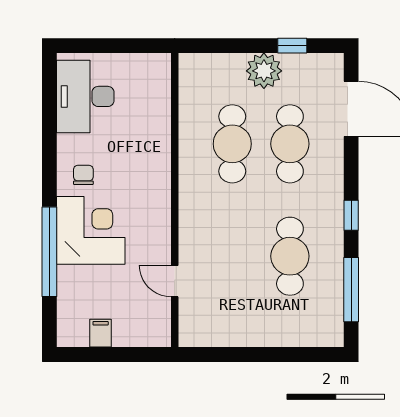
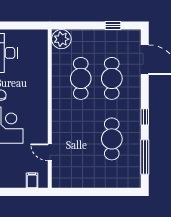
plant: (264, 71) -> (61, 39), moved
filing cabinet: (101, 333) -> (32, 180), moved

